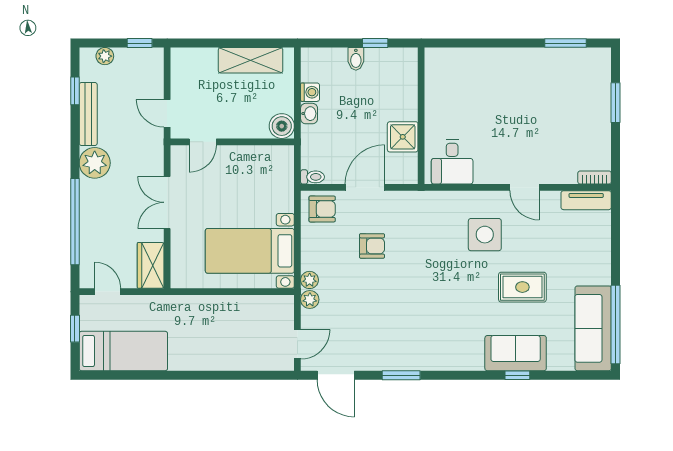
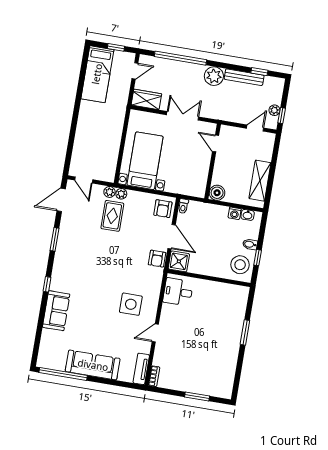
window: (566, 43) -> (245, 332), moved
plant: (105, 56) -> (274, 110), moved
stool: (391, 69) -> (240, 265), added
door: (167, 113) -> (255, 128), moved
washbasin: (309, 114) -> (248, 215), moved
shower: (403, 137) -> (179, 261), moved
armchair: (372, 246) -> (157, 259), moved
rug: (522, 287) -> (112, 216), moved
sofa: (593, 328) -> (93, 365), moved
window: (517, 375) -> (47, 284), moved

